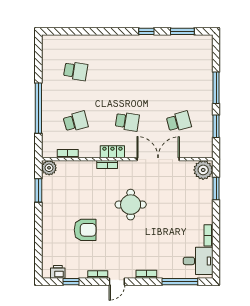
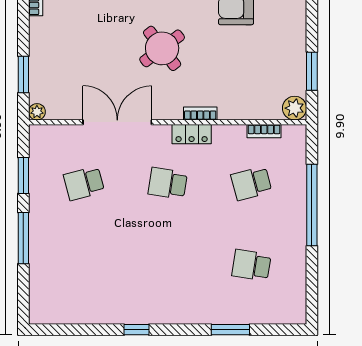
window: (182, 31) -> (230, 330), moved
double door: (158, 159) -> (117, 122), swing flipped
plant: (203, 170) -> (37, 112), width x0.53, depth x0.53
round table: (131, 205) -> (162, 48), turned -37

